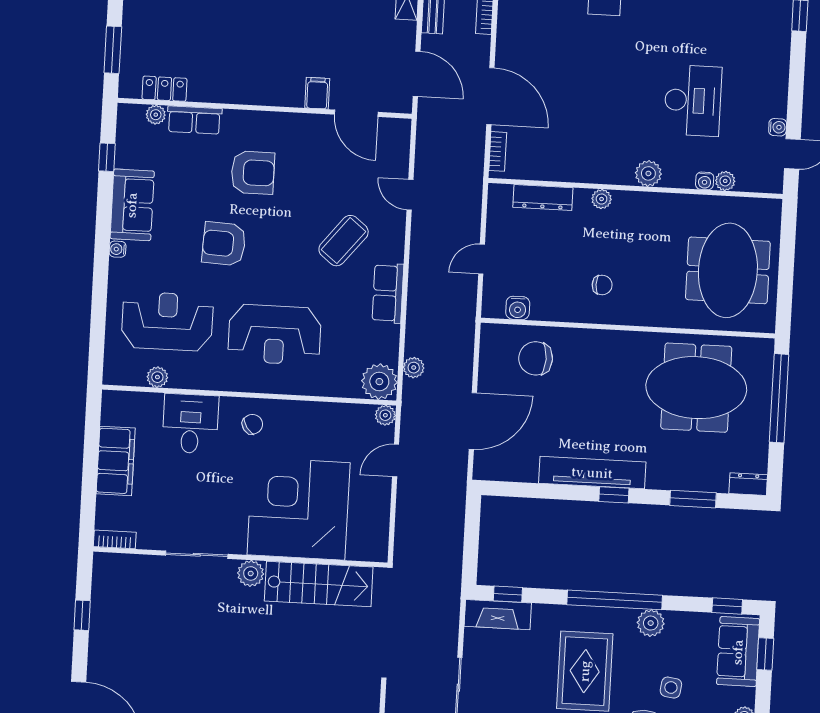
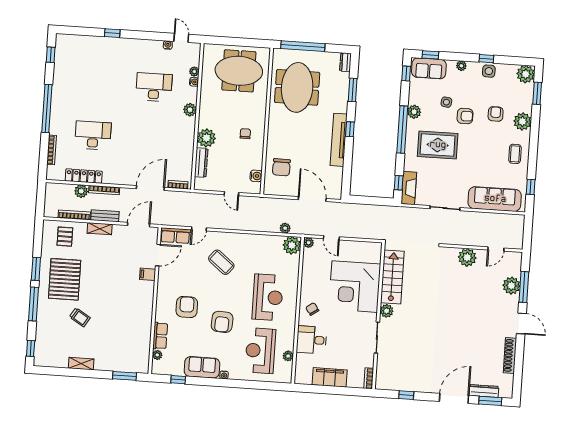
locker: (164, 89) -> (144, 350), removed
plant: (602, 199) -> (206, 138), width x1.87, depth x1.87
row of seats: (388, 293) -> (175, 236), moved

